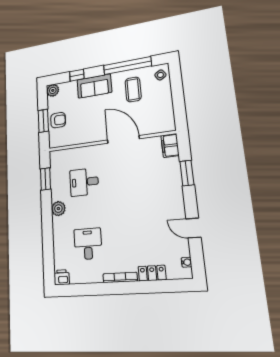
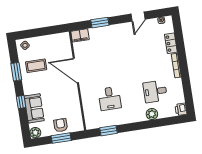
window: (127, 66) -> (16, 72), width x0.47
window: (77, 75) -> (21, 102), moved
sofa: (94, 86) -> (34, 108), moved
door: (123, 139) -> (76, 71), hinge flipped
plant: (58, 209) -> (152, 114), moved

